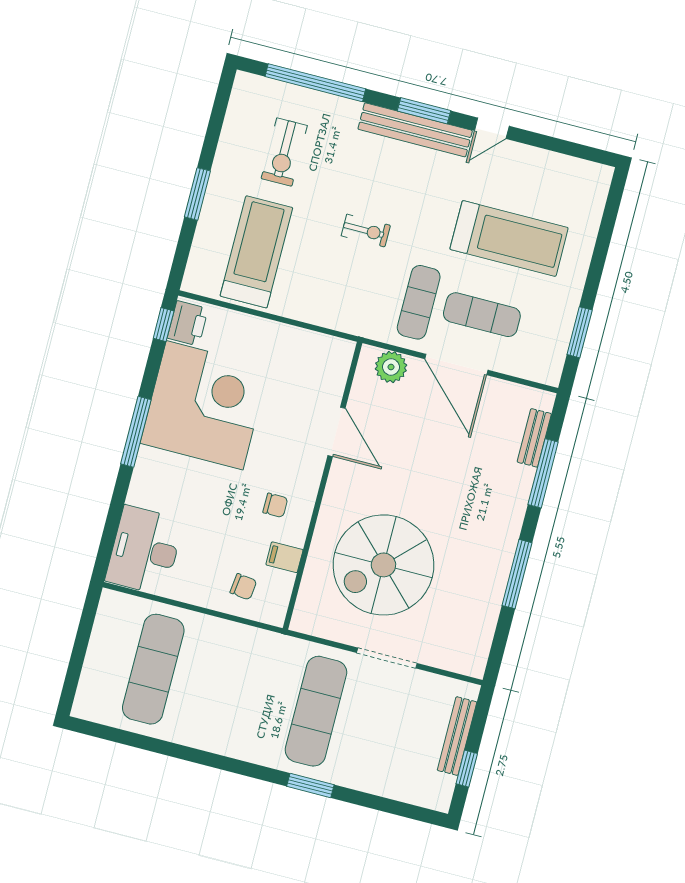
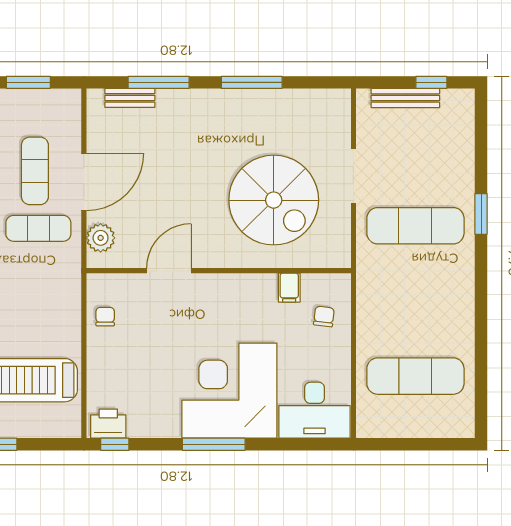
corner desk: (205, 405) -> (229, 391), moved
chair: (275, 505) -> (105, 317), moved

